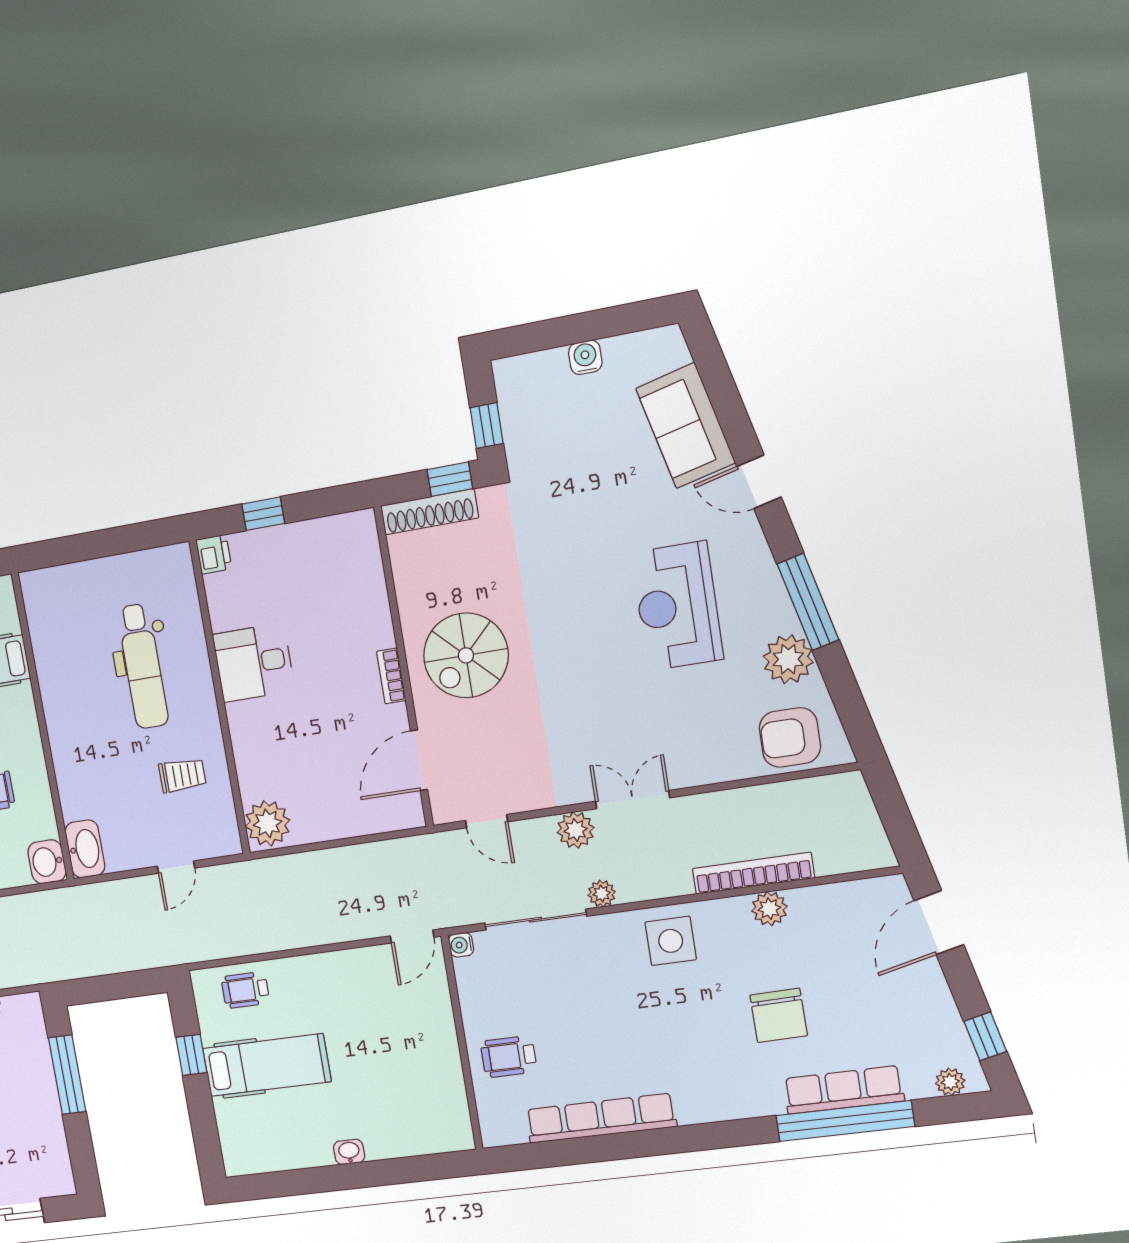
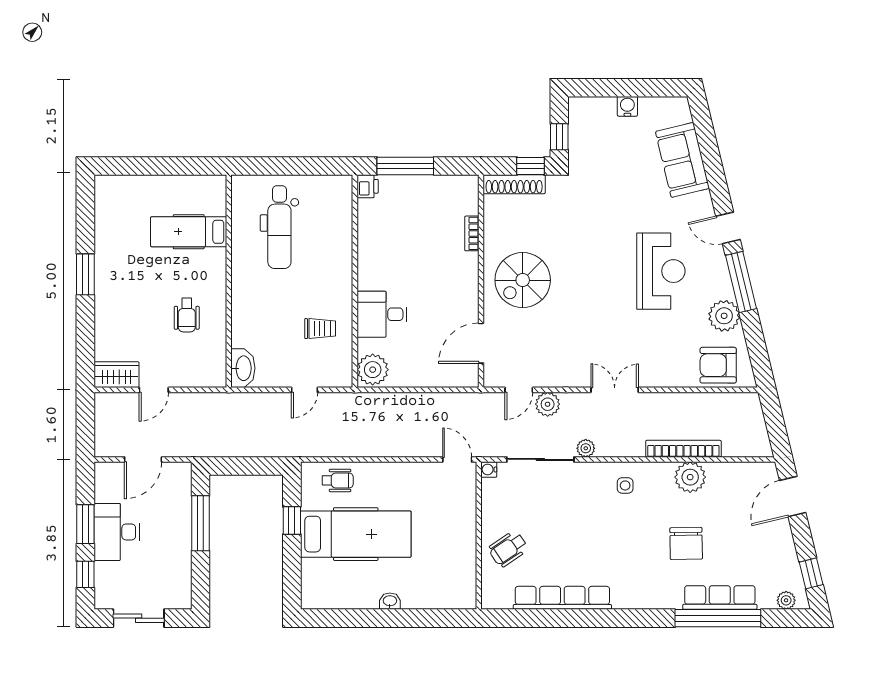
door: (759, 482) -> (728, 228), moved
window: (263, 514) -> (405, 166), width x2.17
reception desk: (677, 606) -> (661, 271), turned 180
desk: (254, 663) -> (382, 314), moved
dental chair: (143, 666) -> (279, 227), moved
bookcase: (391, 676) -> (472, 233), moved
door: (487, 821) -> (519, 390), hinge flipped
plant: (576, 830) -> (548, 404), moved
washbasin: (47, 862) -> (214, 373), removed
plant: (769, 909) -> (690, 477), width x1.36, depth x1.36
door: (412, 937) -> (457, 459), swing flipped
side table: (671, 941) -> (625, 485), width x0.54, depth x0.54
wheelchair: (245, 990) -> (338, 480), turned 180
wheelchair: (509, 1057) -> (508, 549), turned -34
hospital bed: (267, 1065) -> (356, 534), width x1.37, depth x1.29

